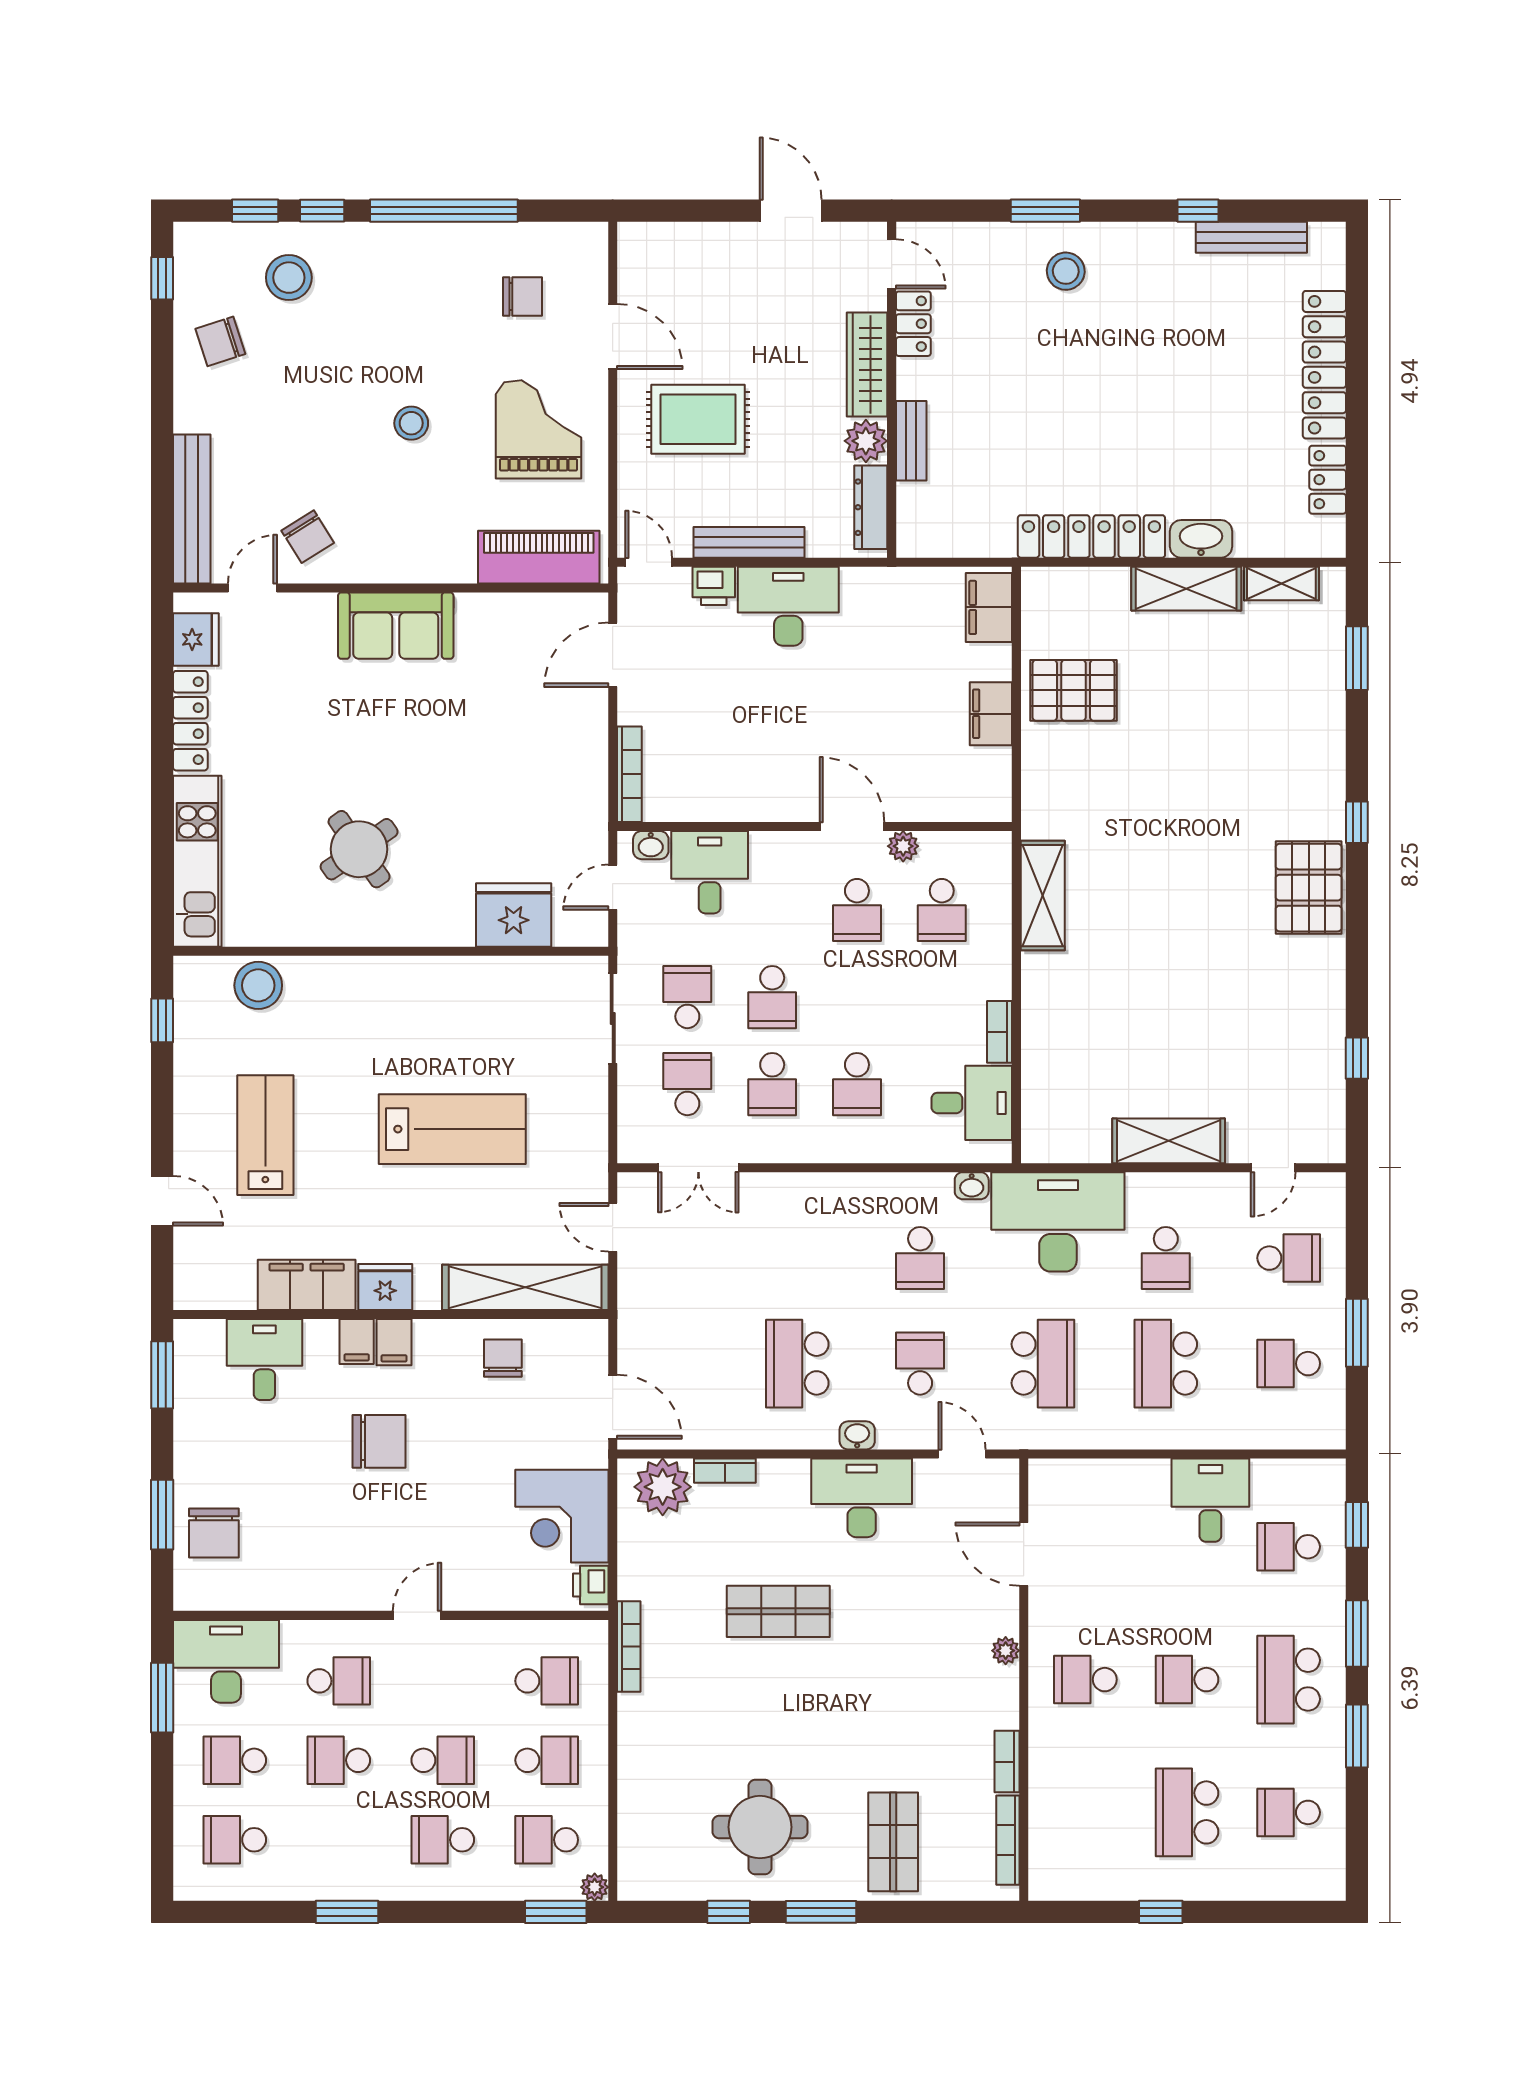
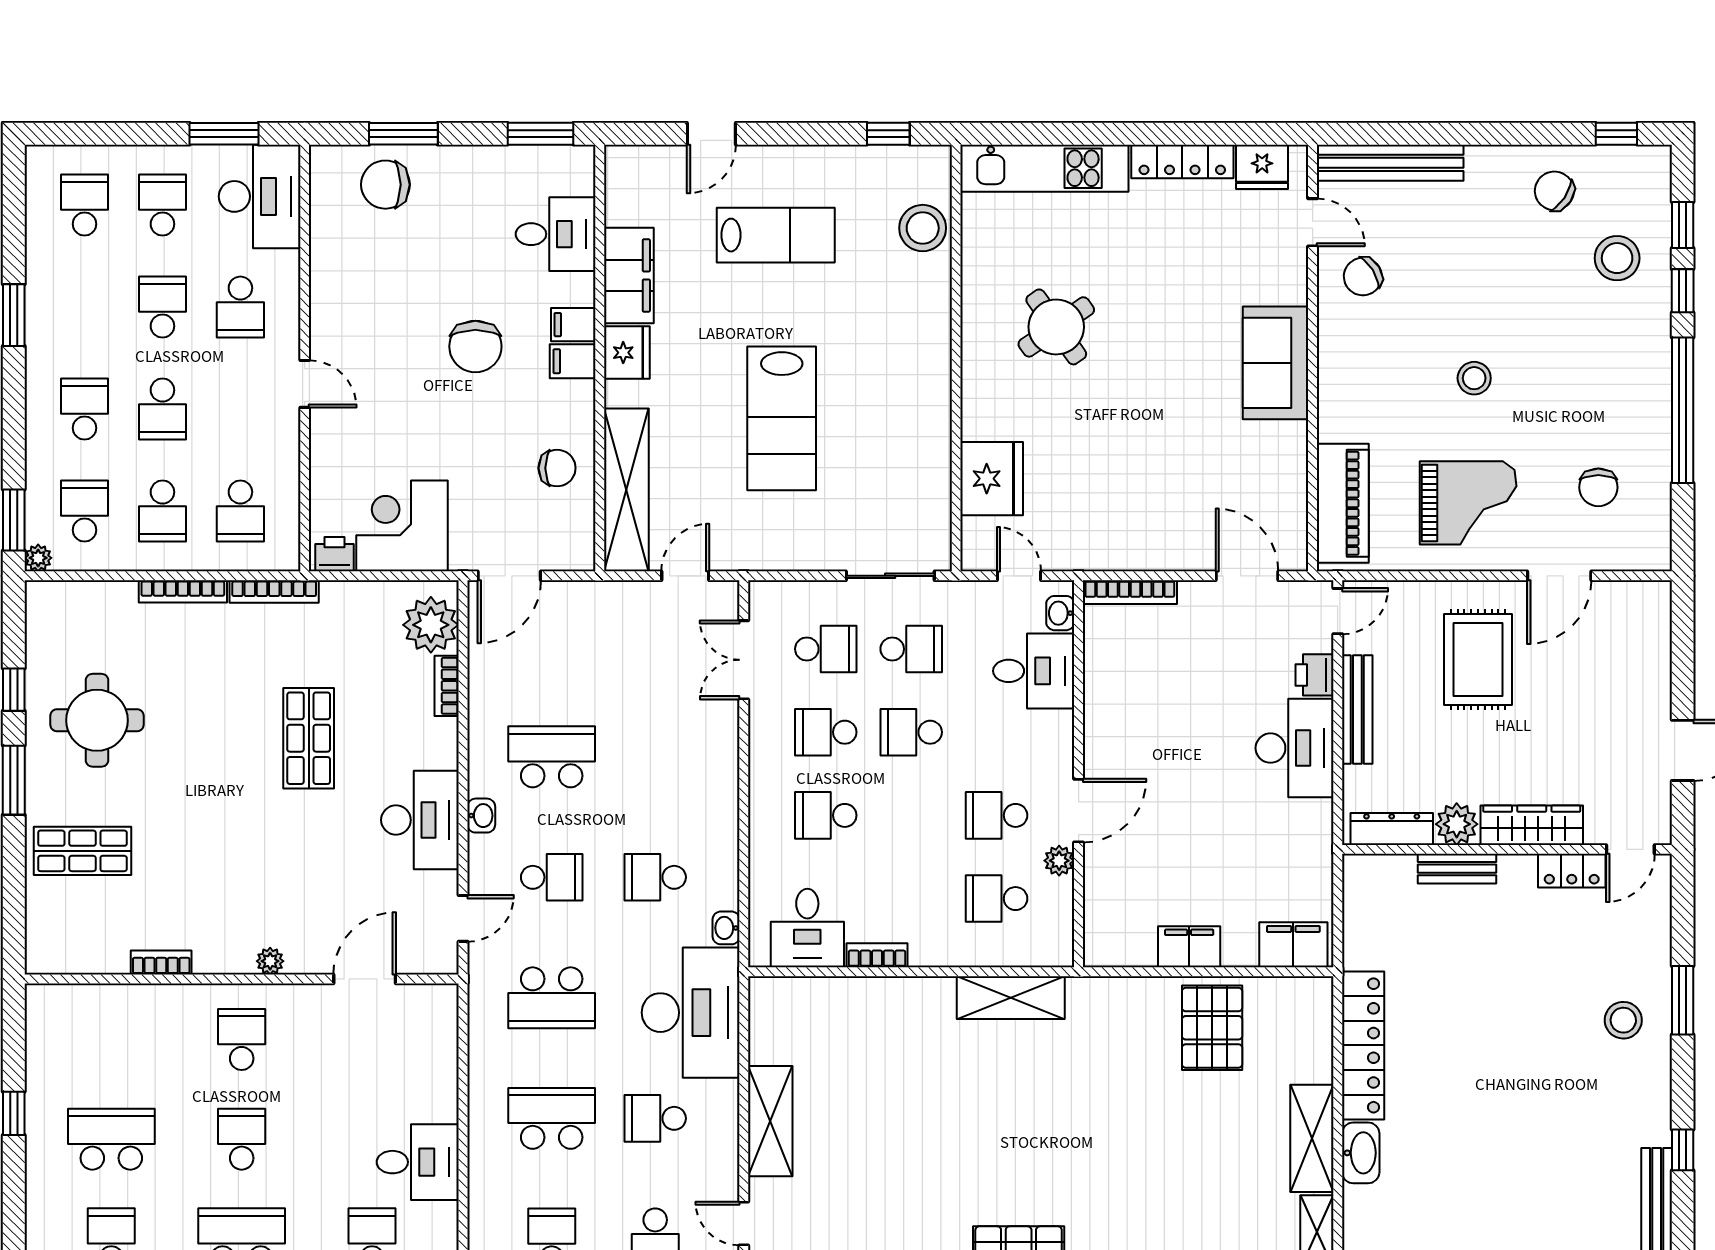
chair: (220, 341) -> (1554, 191), turned -38
bookcase: (1008, 1840) -> (183, 591), moved, turned 180

